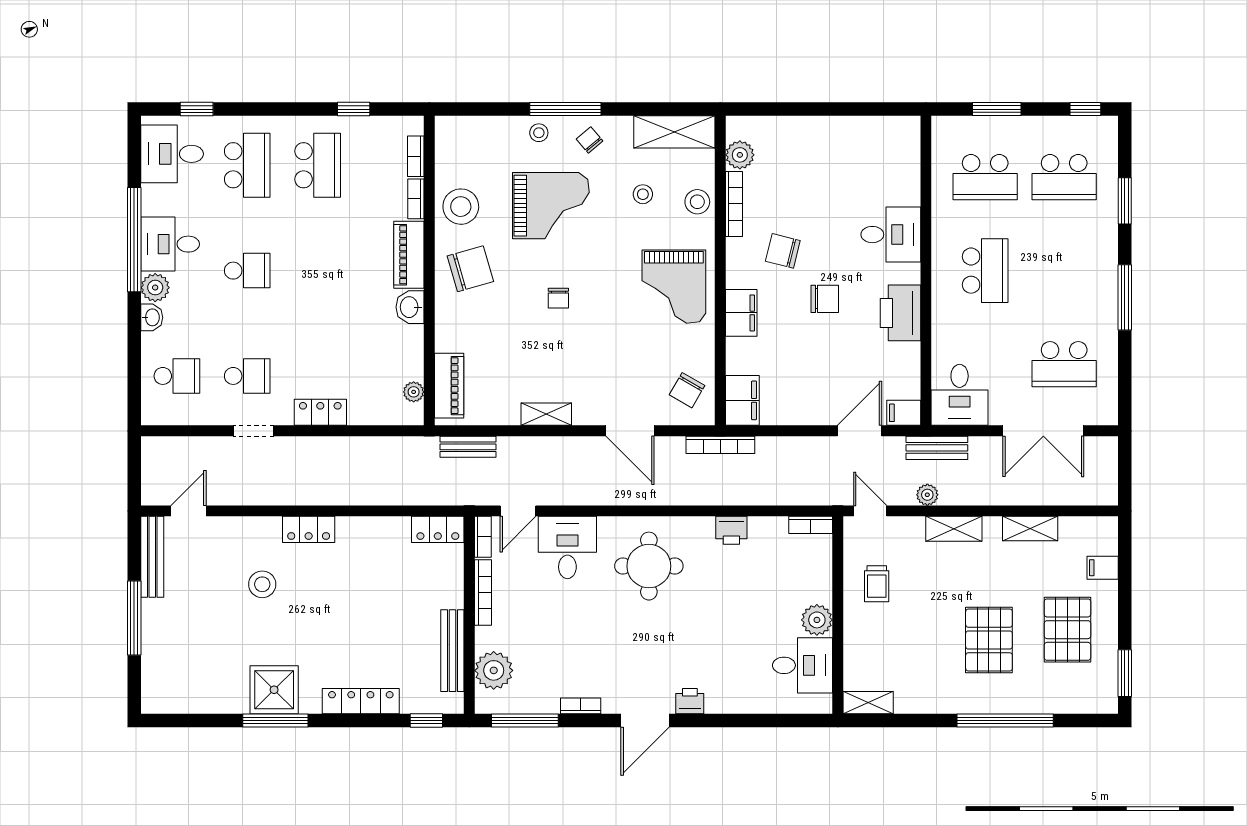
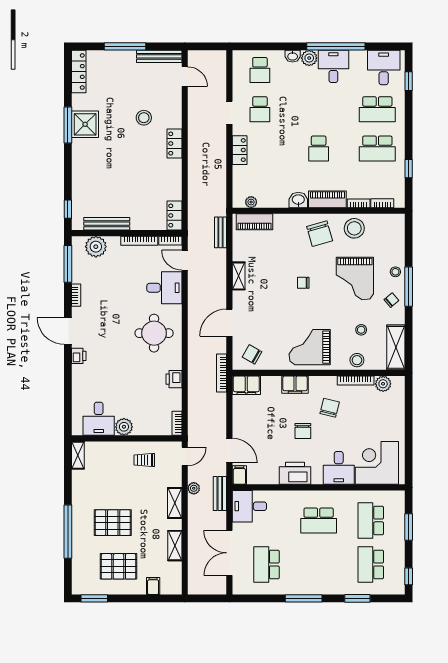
corner desk: (882, 166) -> (377, 463), added
school desk: (247, 271) -> (319, 149), moved
locker: (361, 701) -> (79, 71), moved

